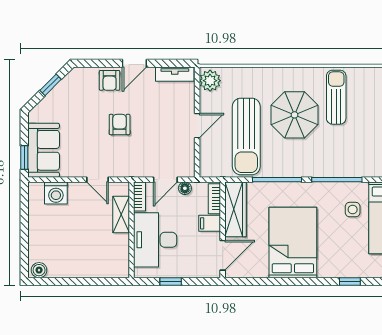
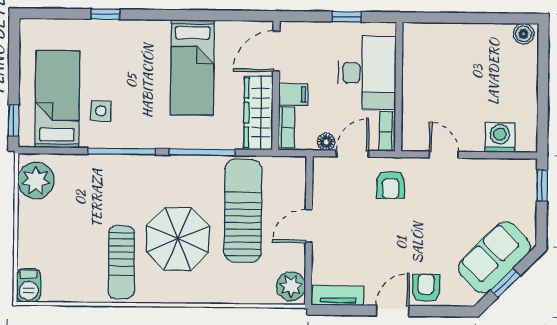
armchair: (120, 124) -> (391, 185), moved
sofa: (44, 150) -> (494, 257), moved, turned 45
shelving: (121, 215) -> (412, 107), removed
bed: (293, 242) -> (192, 68), width x0.67

